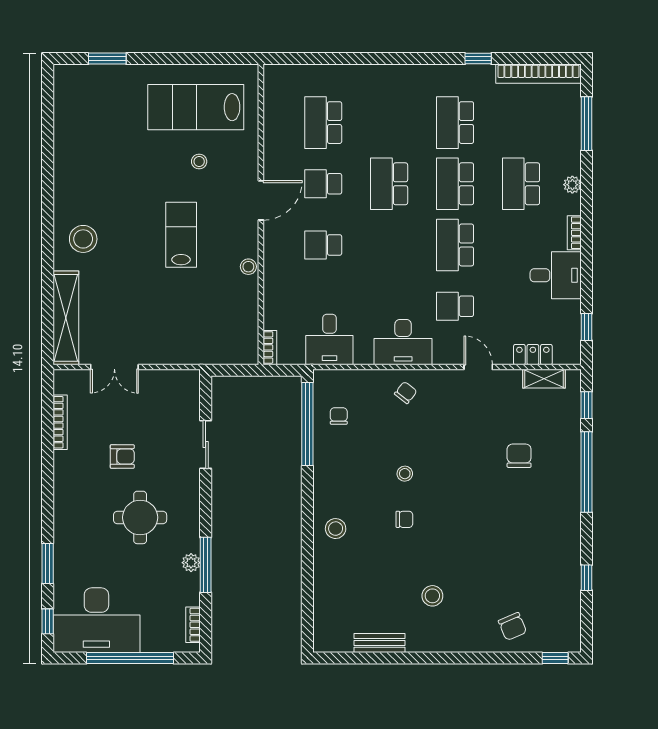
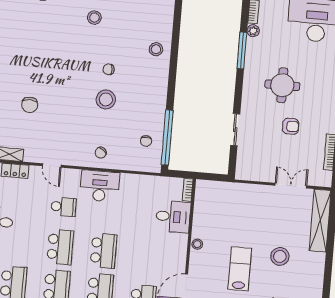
lab bench: (181, 235) -> (240, 269), turned 180
stool: (83, 239) -> (280, 256), moved
school desk: (323, 245) -> (104, 251), moved, width x1.85
desk: (329, 339) -> (173, 217), moved, turned 90
armchair: (122, 456) -> (291, 126), turned 180
stool: (405, 474) -> (106, 99), width x1.89, depth x1.89
stool: (336, 529) -> (156, 49), moved
plant: (191, 563) -> (253, 31), moved

